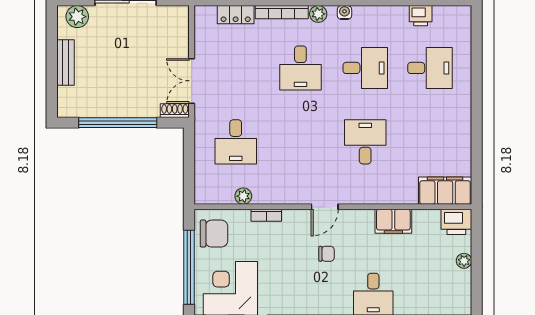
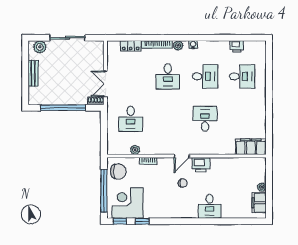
filing cabinet: (393, 221) -> (259, 203), moved, turned 90
printer: (456, 222) -> (201, 165), moved

